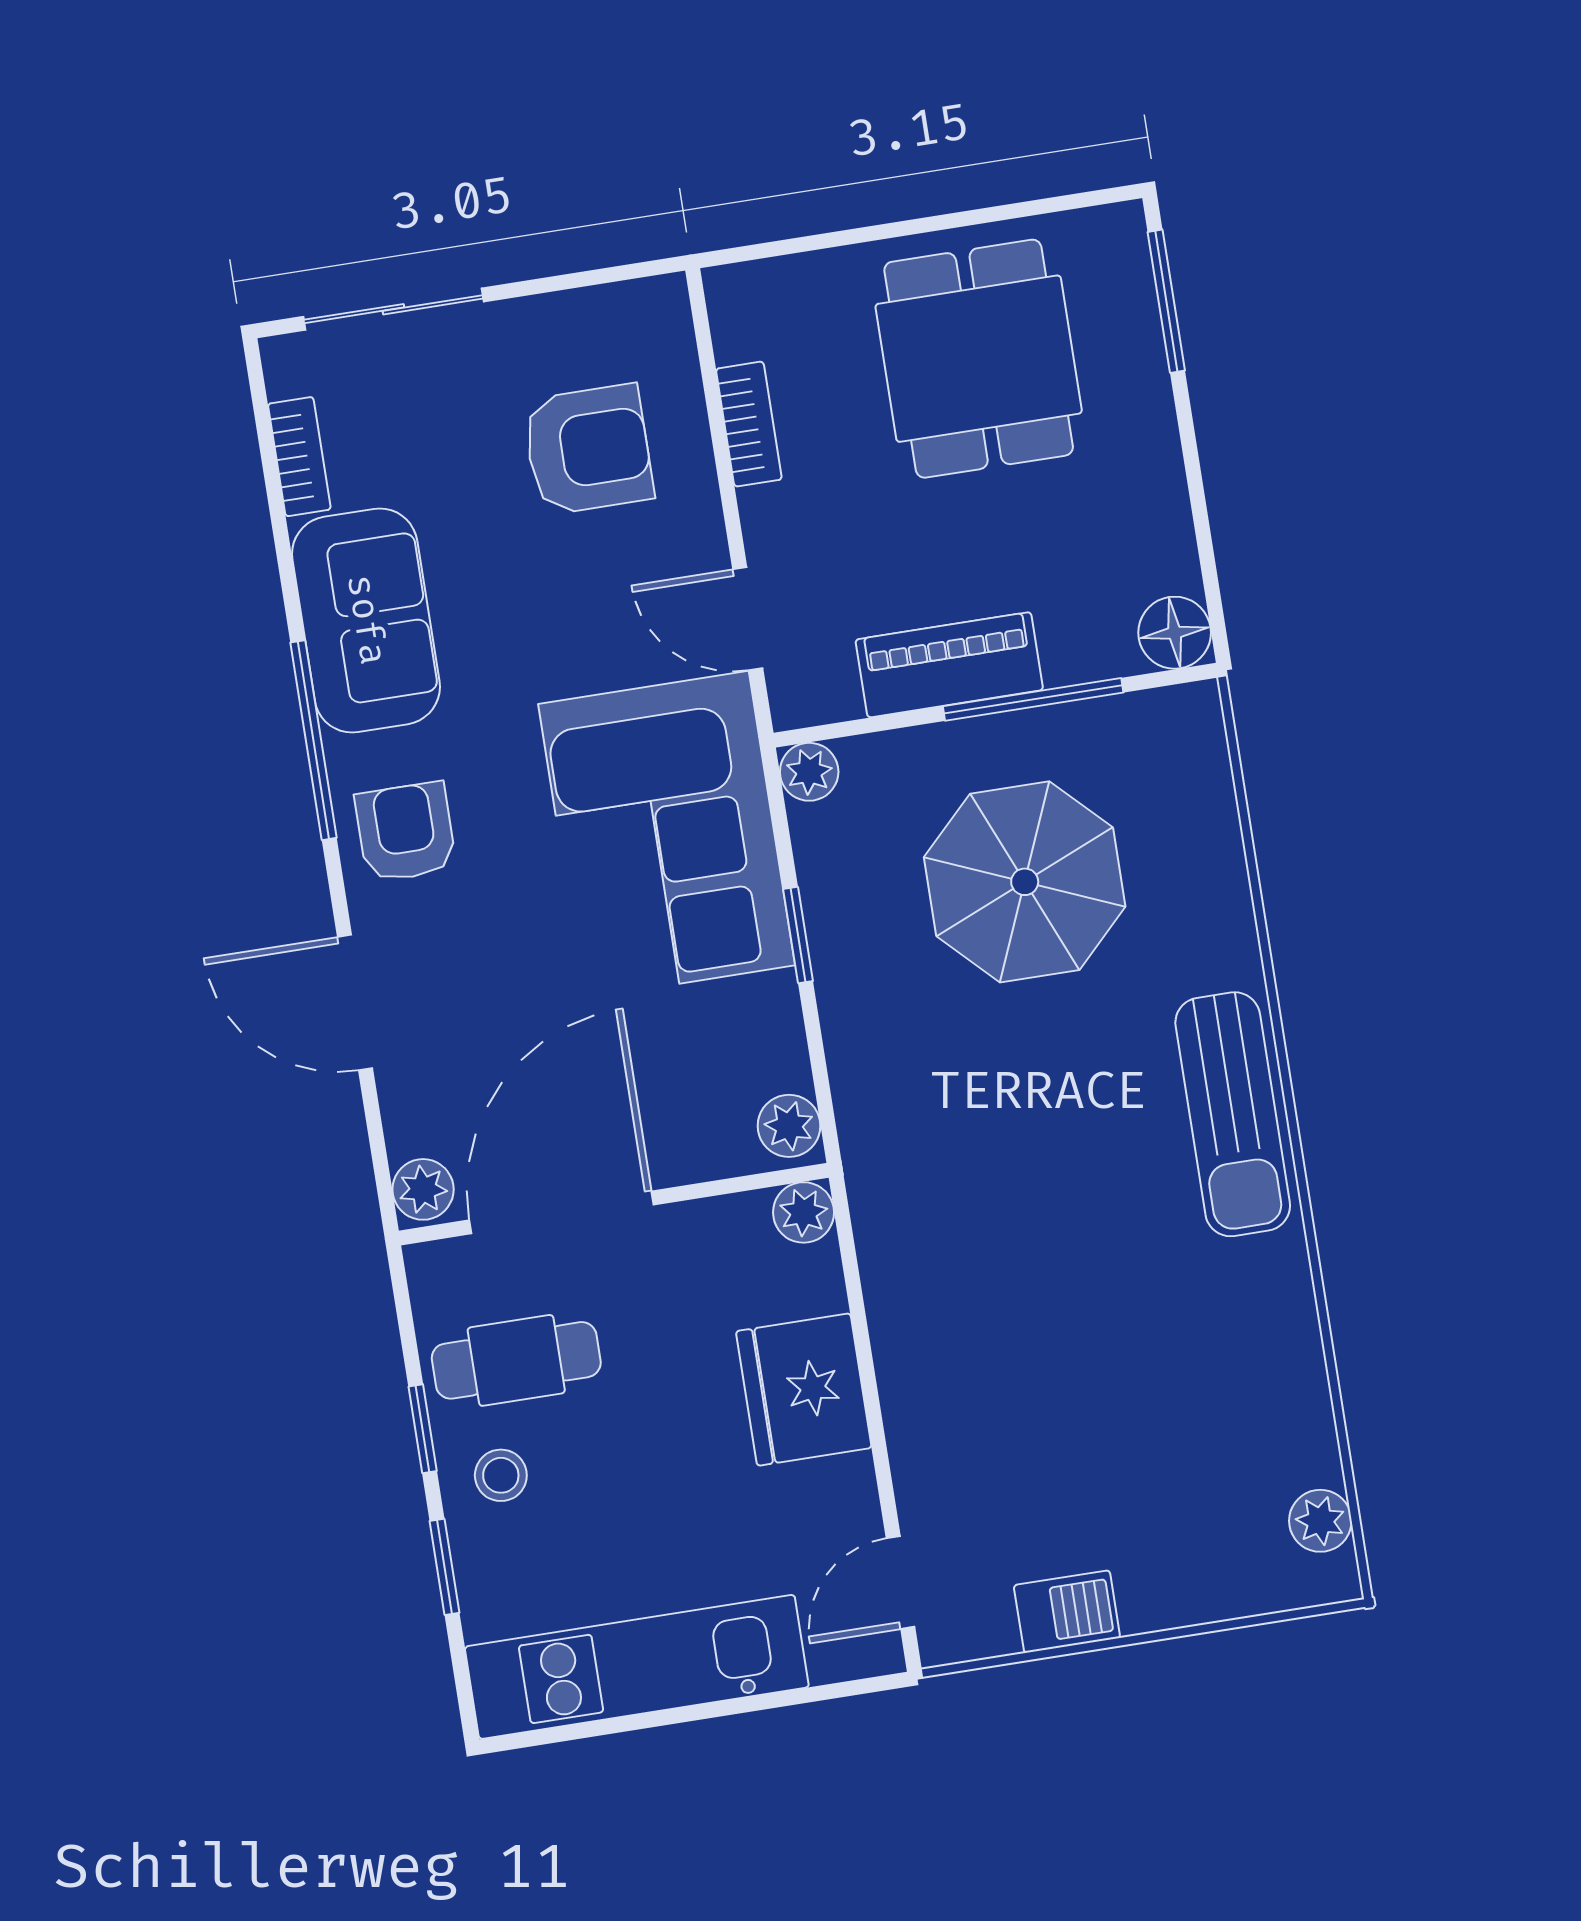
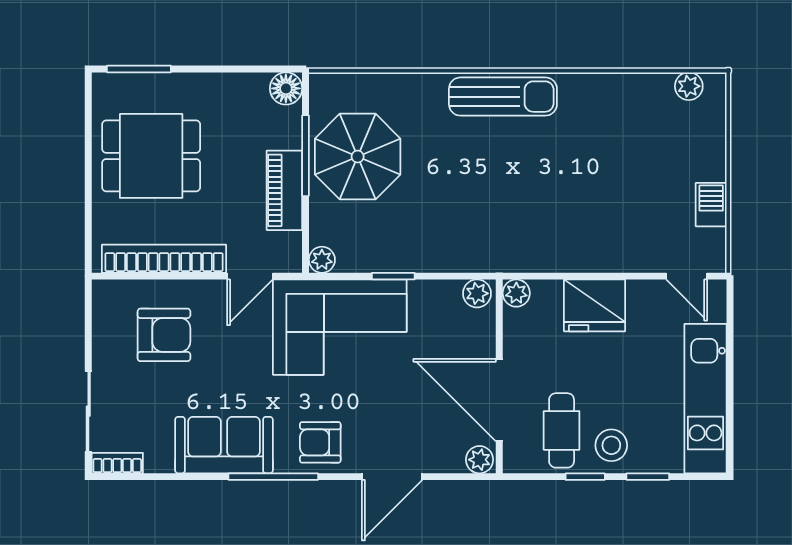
bookcase: (749, 424) -> (164, 259), width x2.31, depth x1.31
armchair: (588, 450) -> (164, 335), turned 90
bookcase: (299, 457) -> (117, 463), moved
parasol: (1025, 882) -> (358, 157), moved
stool: (501, 1475) -> (611, 445), width x1.37, depth x1.37

